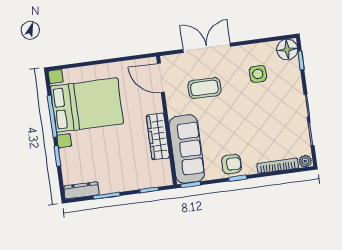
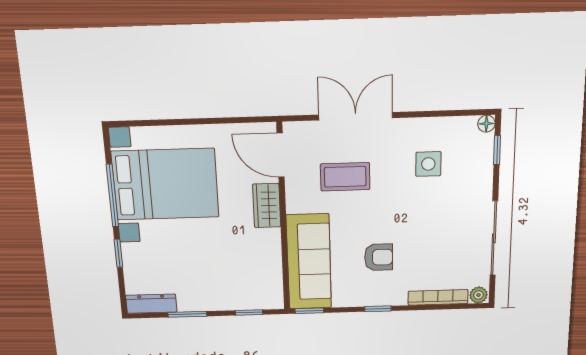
floor lamp: (287, 49) -> (486, 124), width x0.53, depth x0.53
wardrobe: (158, 137) -> (267, 206), moved, width x0.67
armchair: (231, 164) -> (379, 257), moved

